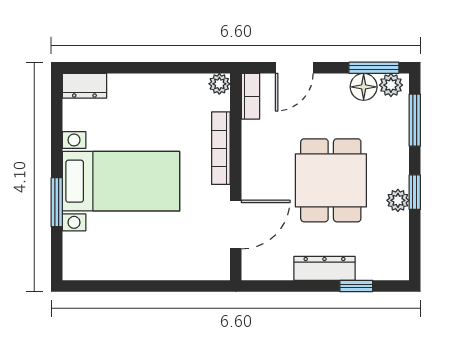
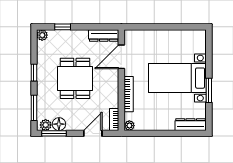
dresser: (84, 86) -> (191, 125), width x1.44
plant: (398, 200) -> (42, 35), moved
window: (57, 202) -> (209, 90), moved
dresser: (324, 268) -> (104, 35), moved

